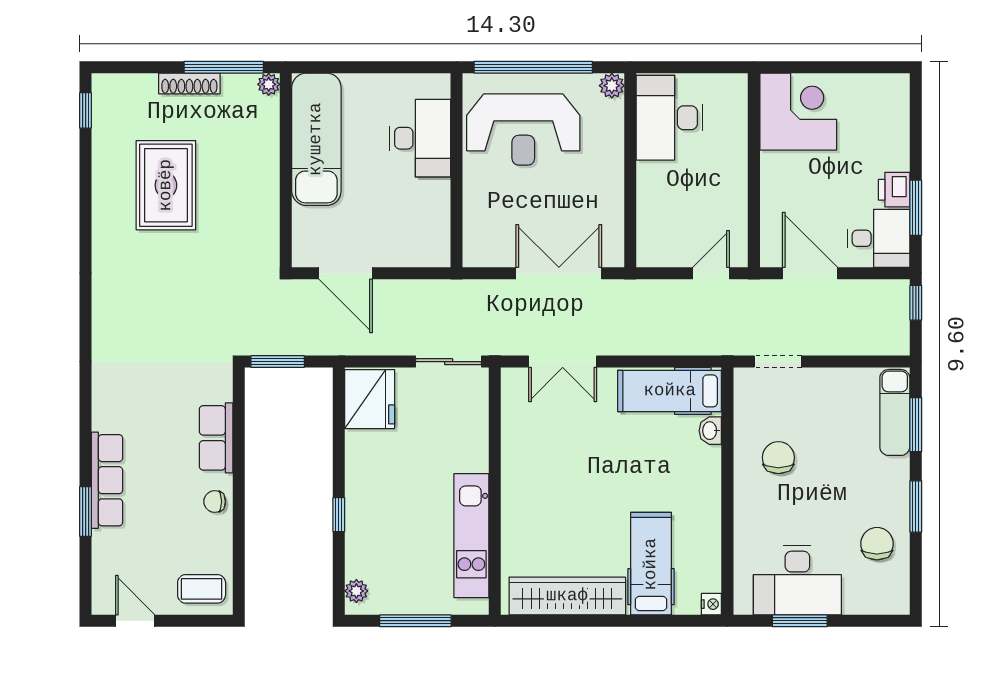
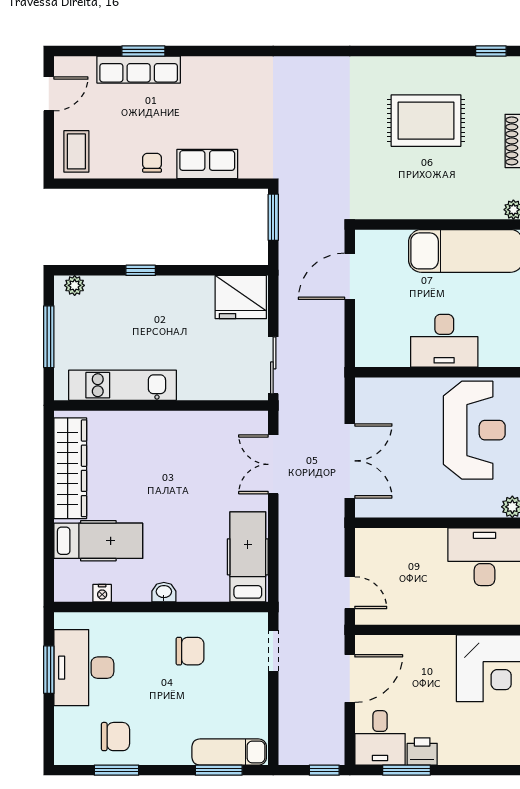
reception desk: (523, 130) -> (474, 430), turned 180
desk: (420, 138) -> (444, 341), moved
washbasin: (710, 431) -> (164, 592), moved
row of seats: (107, 480) -> (139, 70), moved
window: (916, 506) -> (116, 770), moved
nightstand: (711, 604) -> (102, 593), moved

